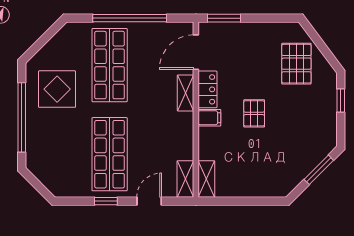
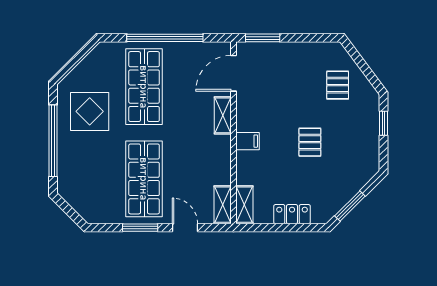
pallet: (296, 64) -> (338, 85), width x0.67, depth x0.71
locker: (207, 89) -> (292, 214), moved, turned -90
pallet: (254, 113) -> (310, 142), moved
window: (319, 170) -> (350, 206), moved
window: (106, 201) -> (140, 228), width x1.50
door: (149, 201) -> (185, 228), hinge flipped

